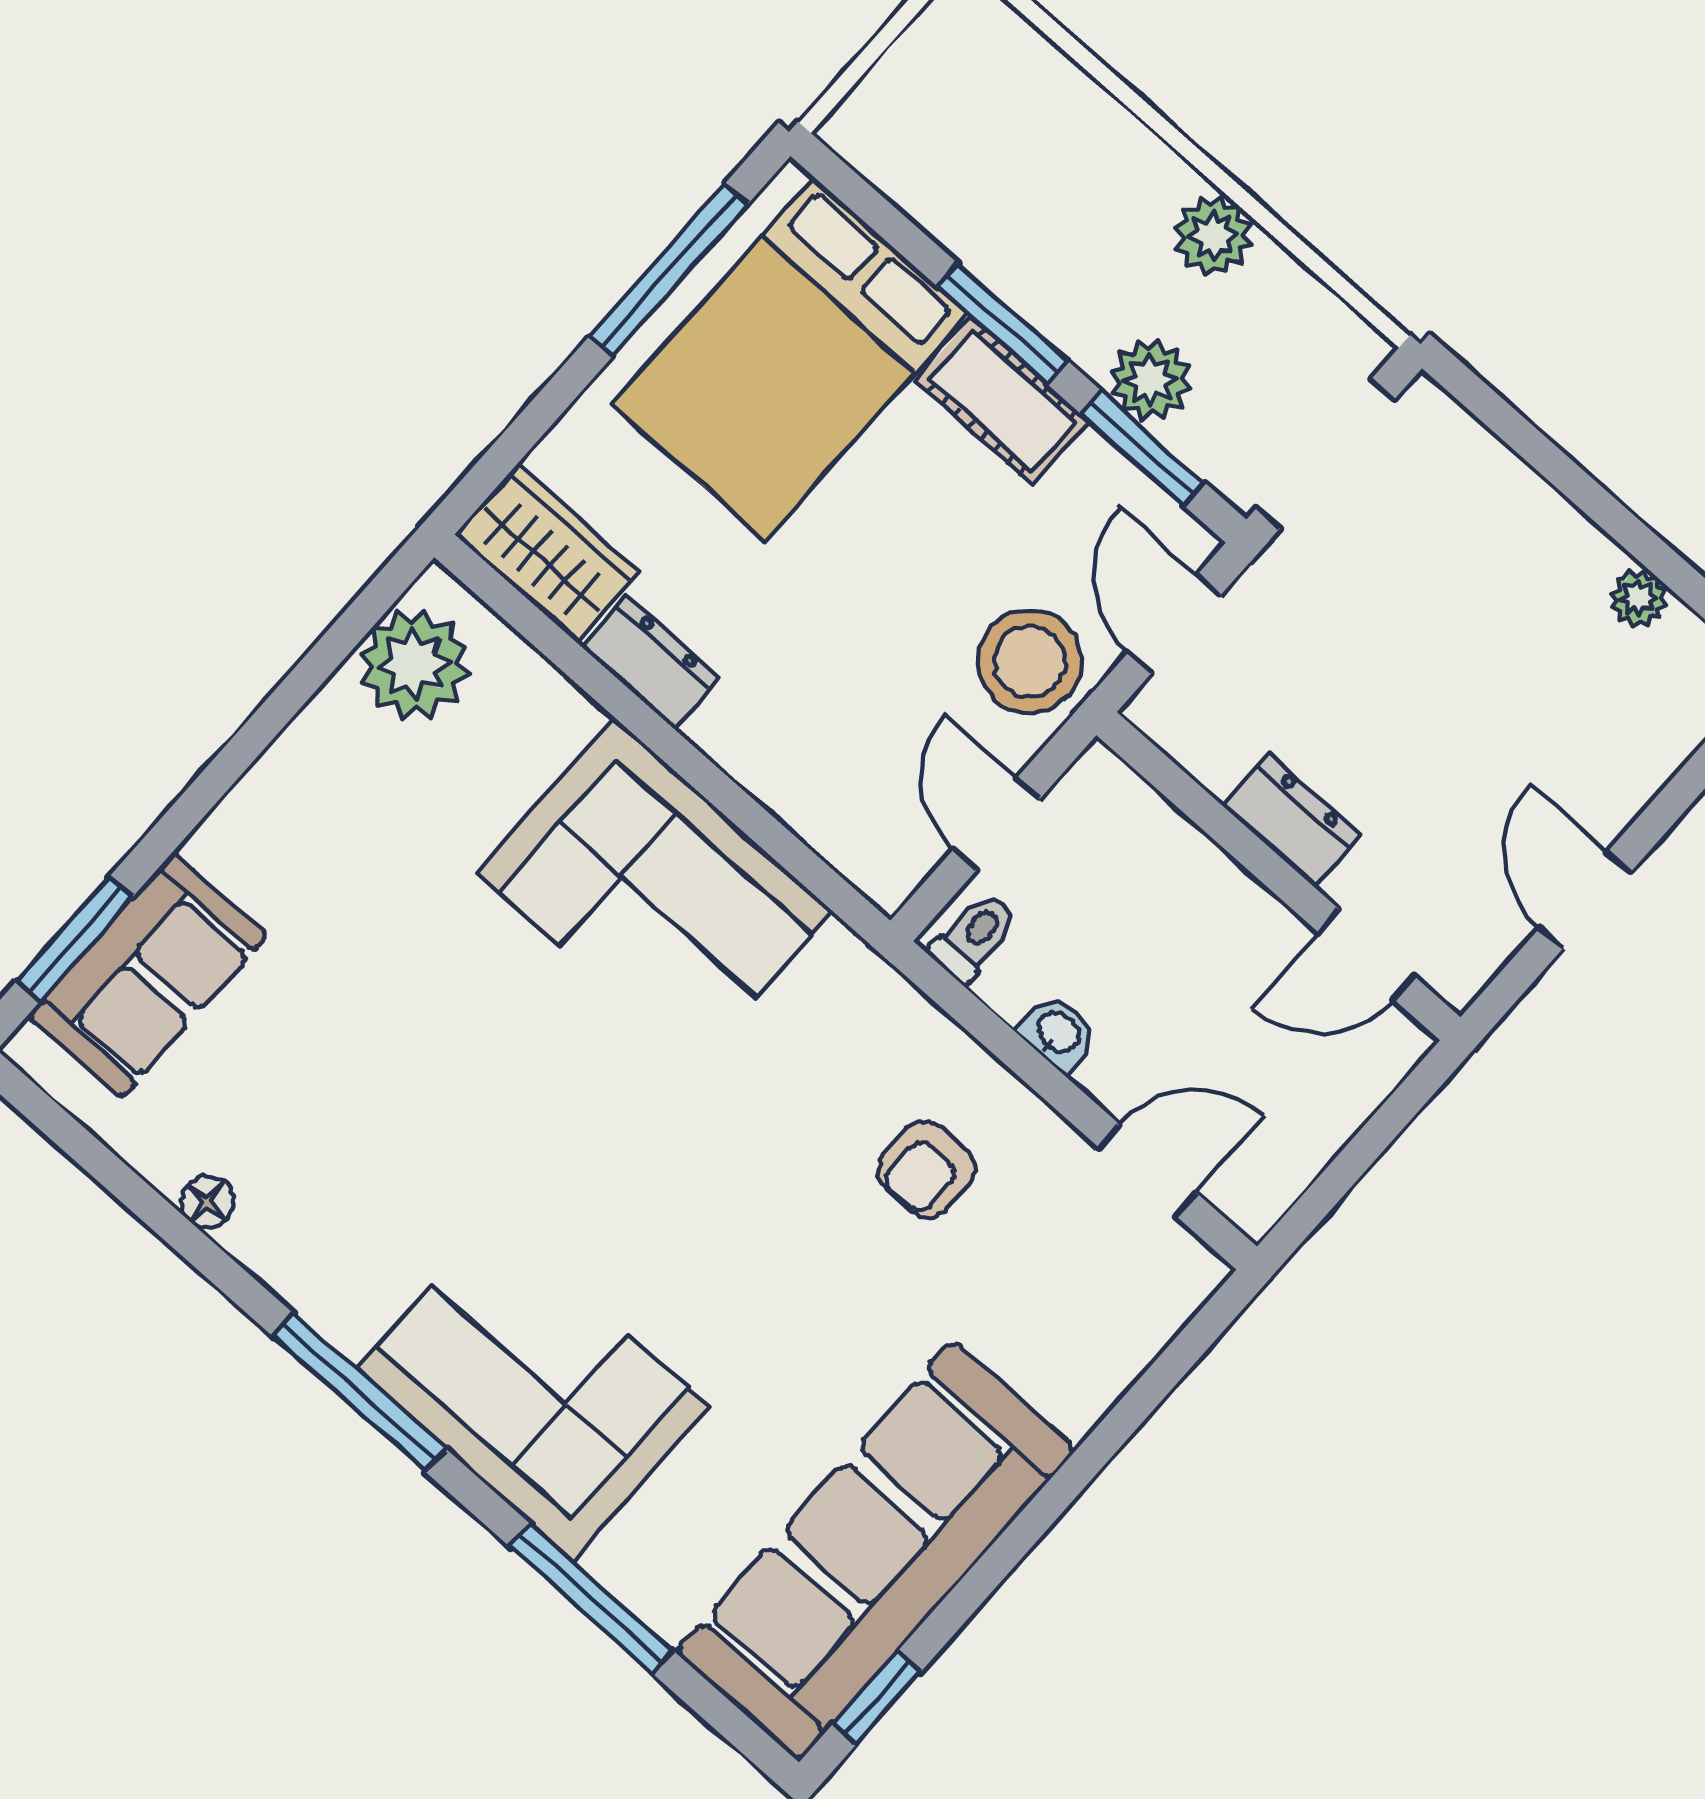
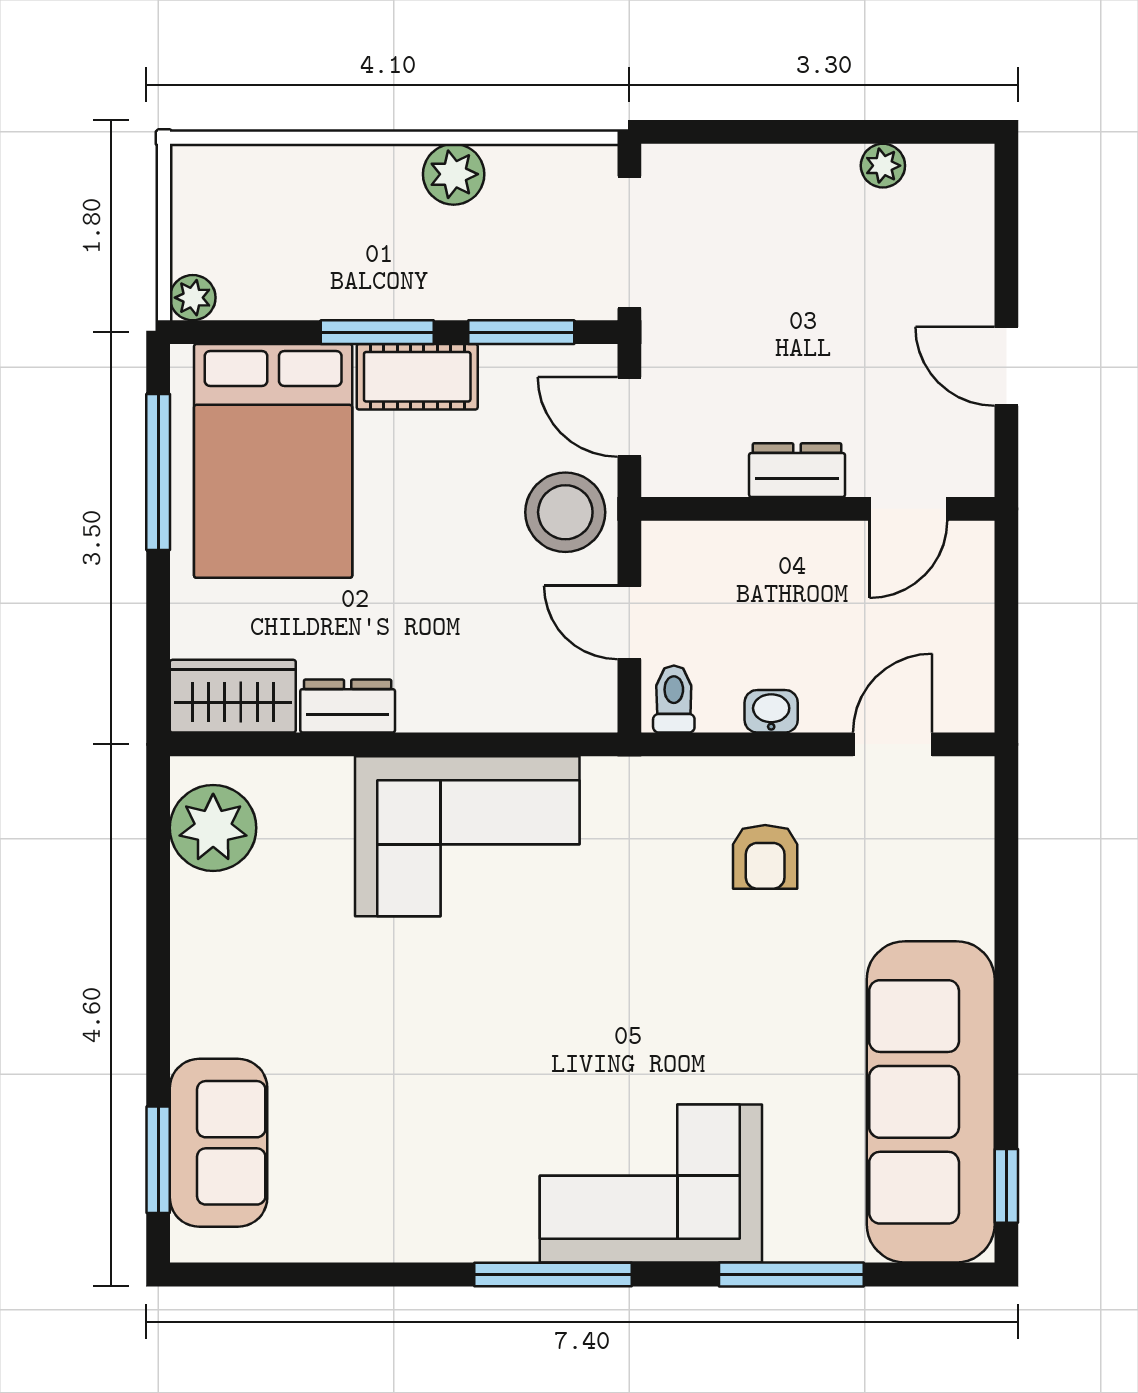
plant: (1151, 380) -> (193, 298), moved, width x0.73, depth x0.73
floor lamp: (207, 1202) -> (368, 1243), removed

